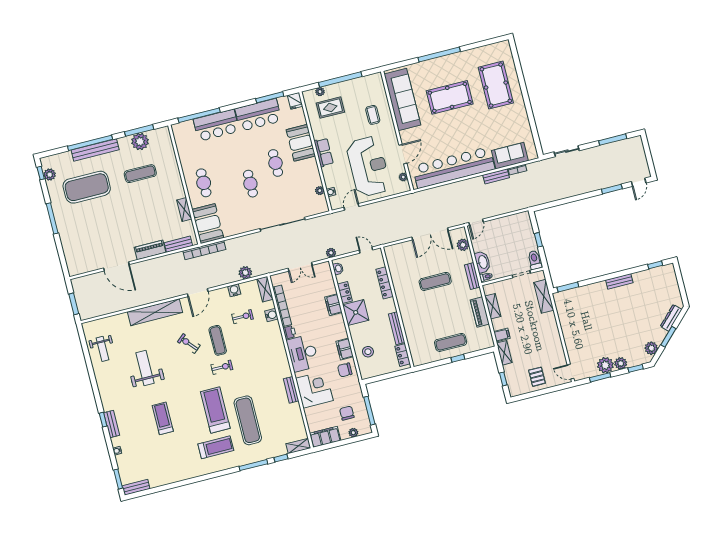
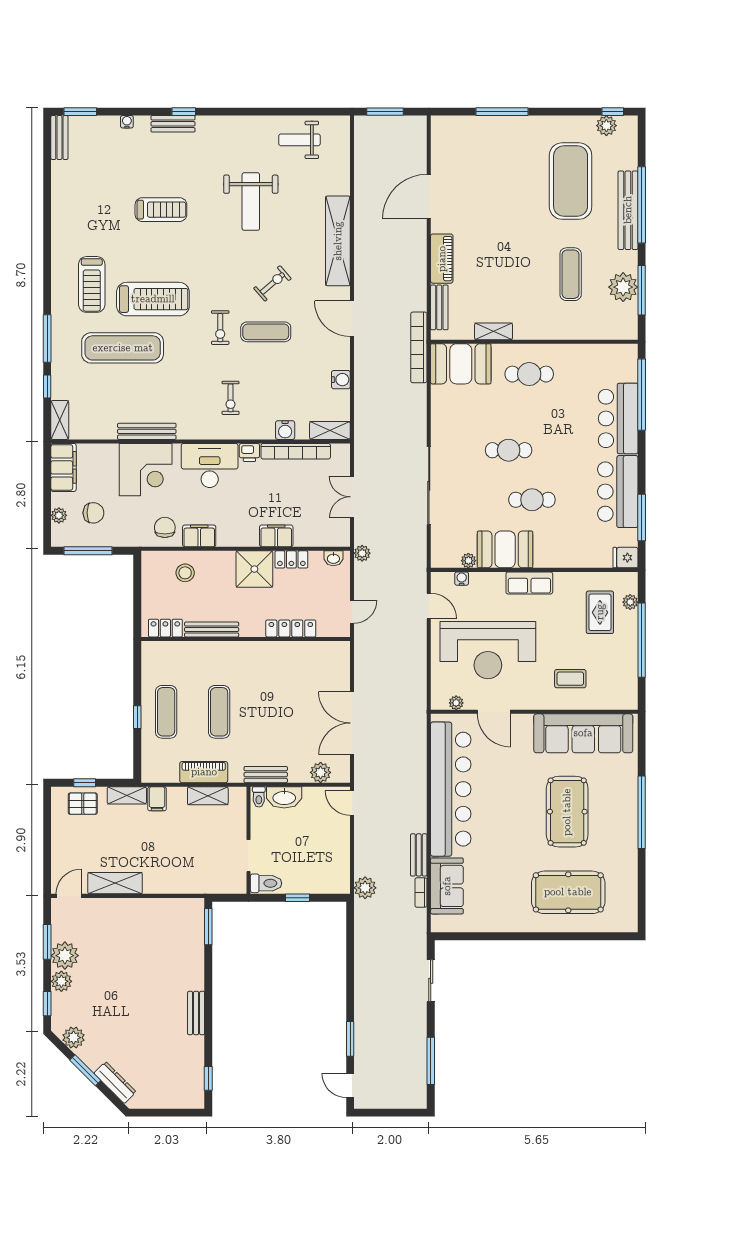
booth: (301, 143) -> (505, 549), moved
window: (52, 218) -> (502, 112), moved
plant: (245, 273) -> (365, 888), moved
exercise mat: (435, 281) -> (219, 712), moved
shelving: (544, 296) -> (115, 883), moved
exercise bike: (243, 317) -> (231, 398), moved
weight bench: (145, 368) -> (251, 202), turned 90
pallet: (537, 377) -> (83, 804), moved
bench: (291, 390) -> (147, 431), width x1.36

